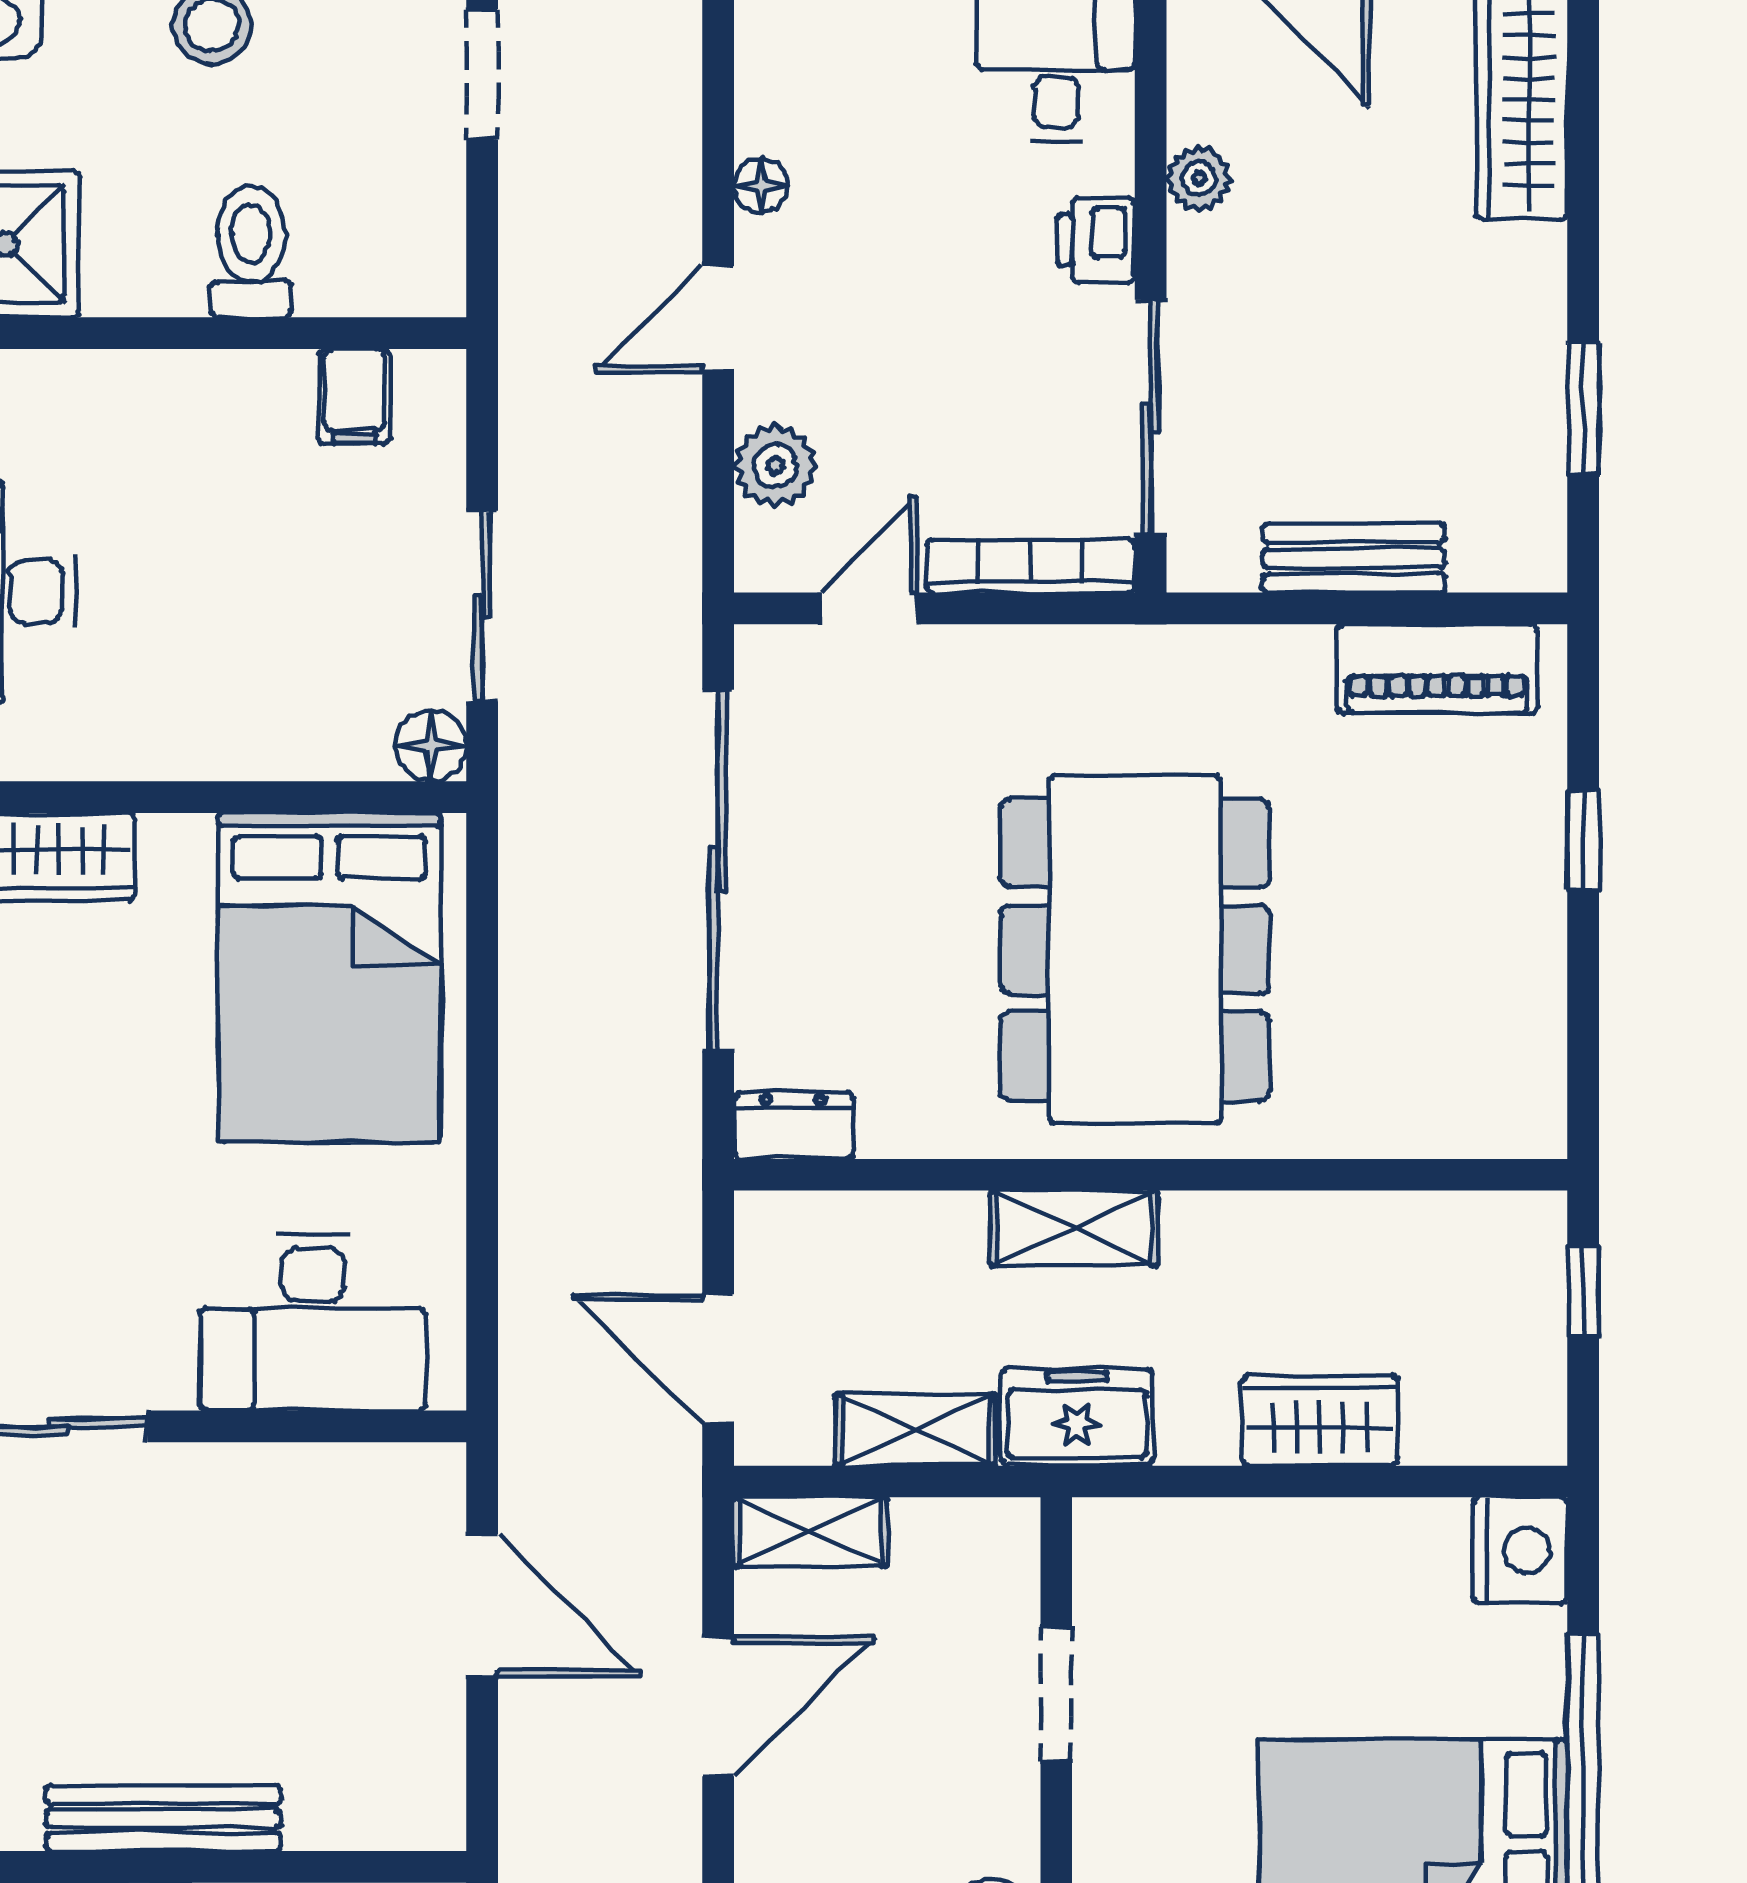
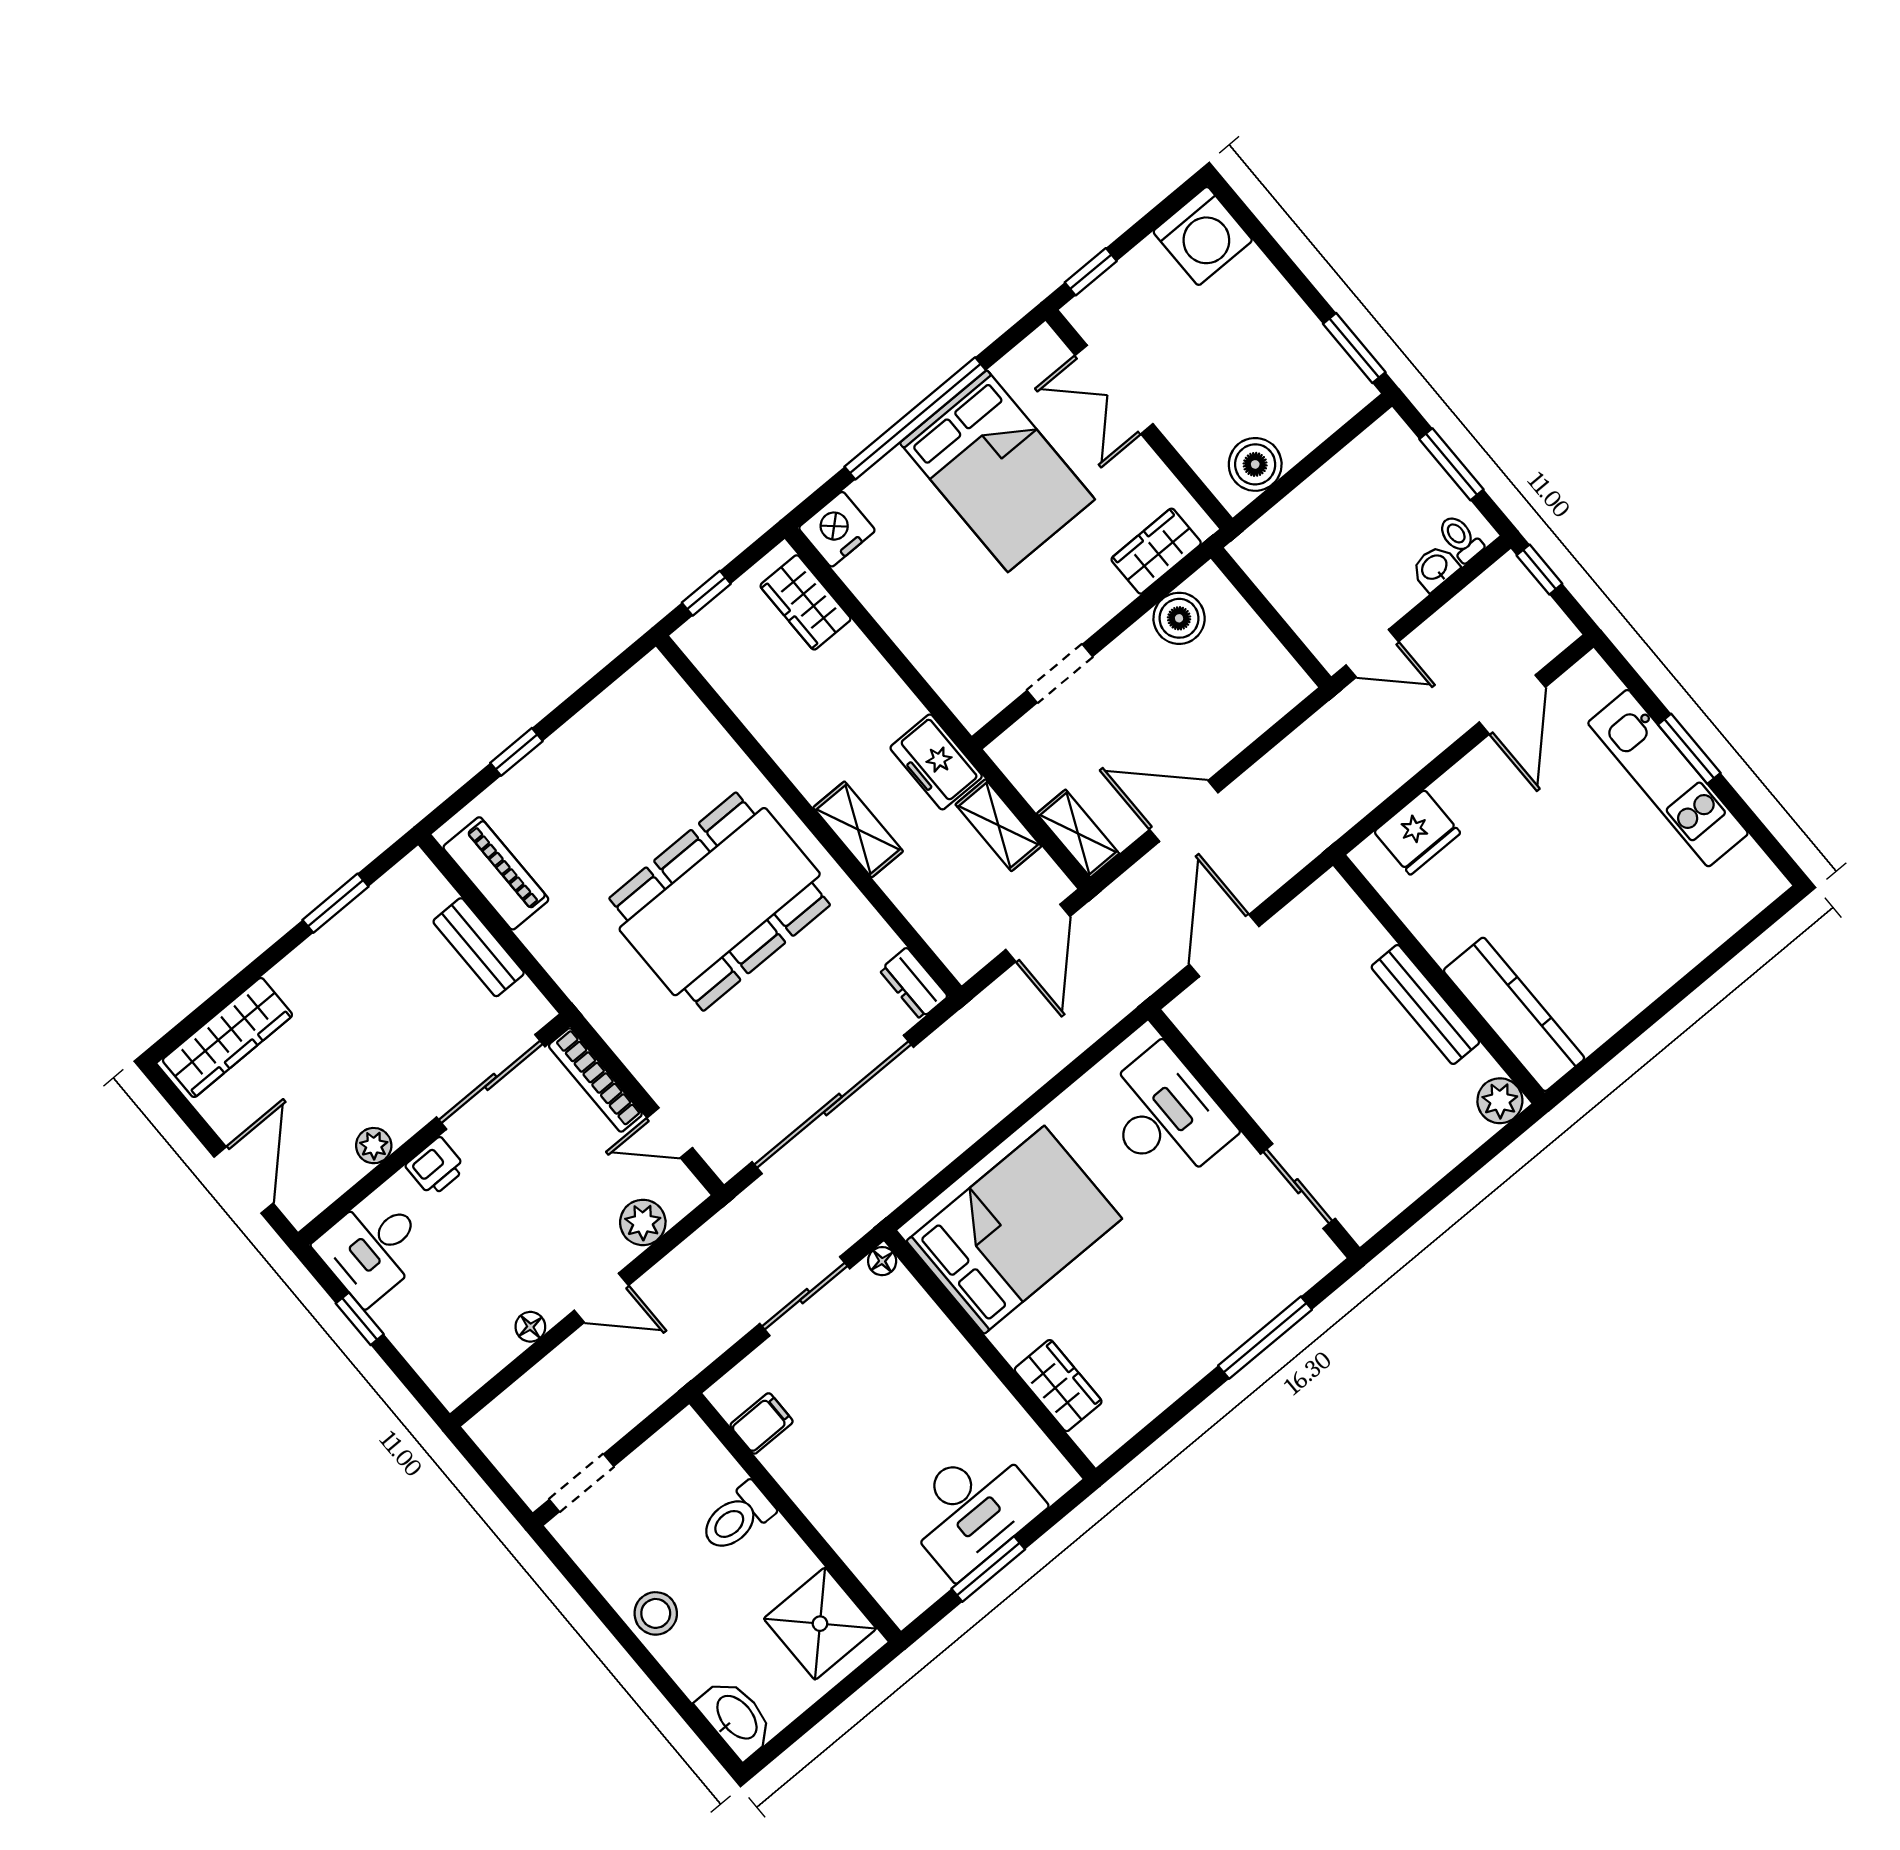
floor lamp: (431, 746) -> (882, 1261), width x0.73, depth x0.73
wardrobe: (1320, 1421) -> (805, 602), moved

